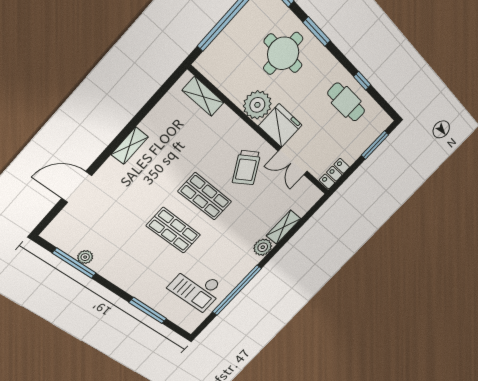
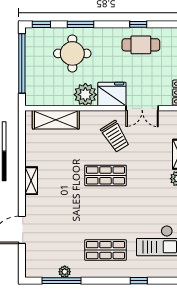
shelving: (203, 96) -> (56, 120), width x1.50, depth x1.33
shop shelf: (174, 230) -> (106, 250), moved
window: (148, 311) -> (139, 281), width x0.46

